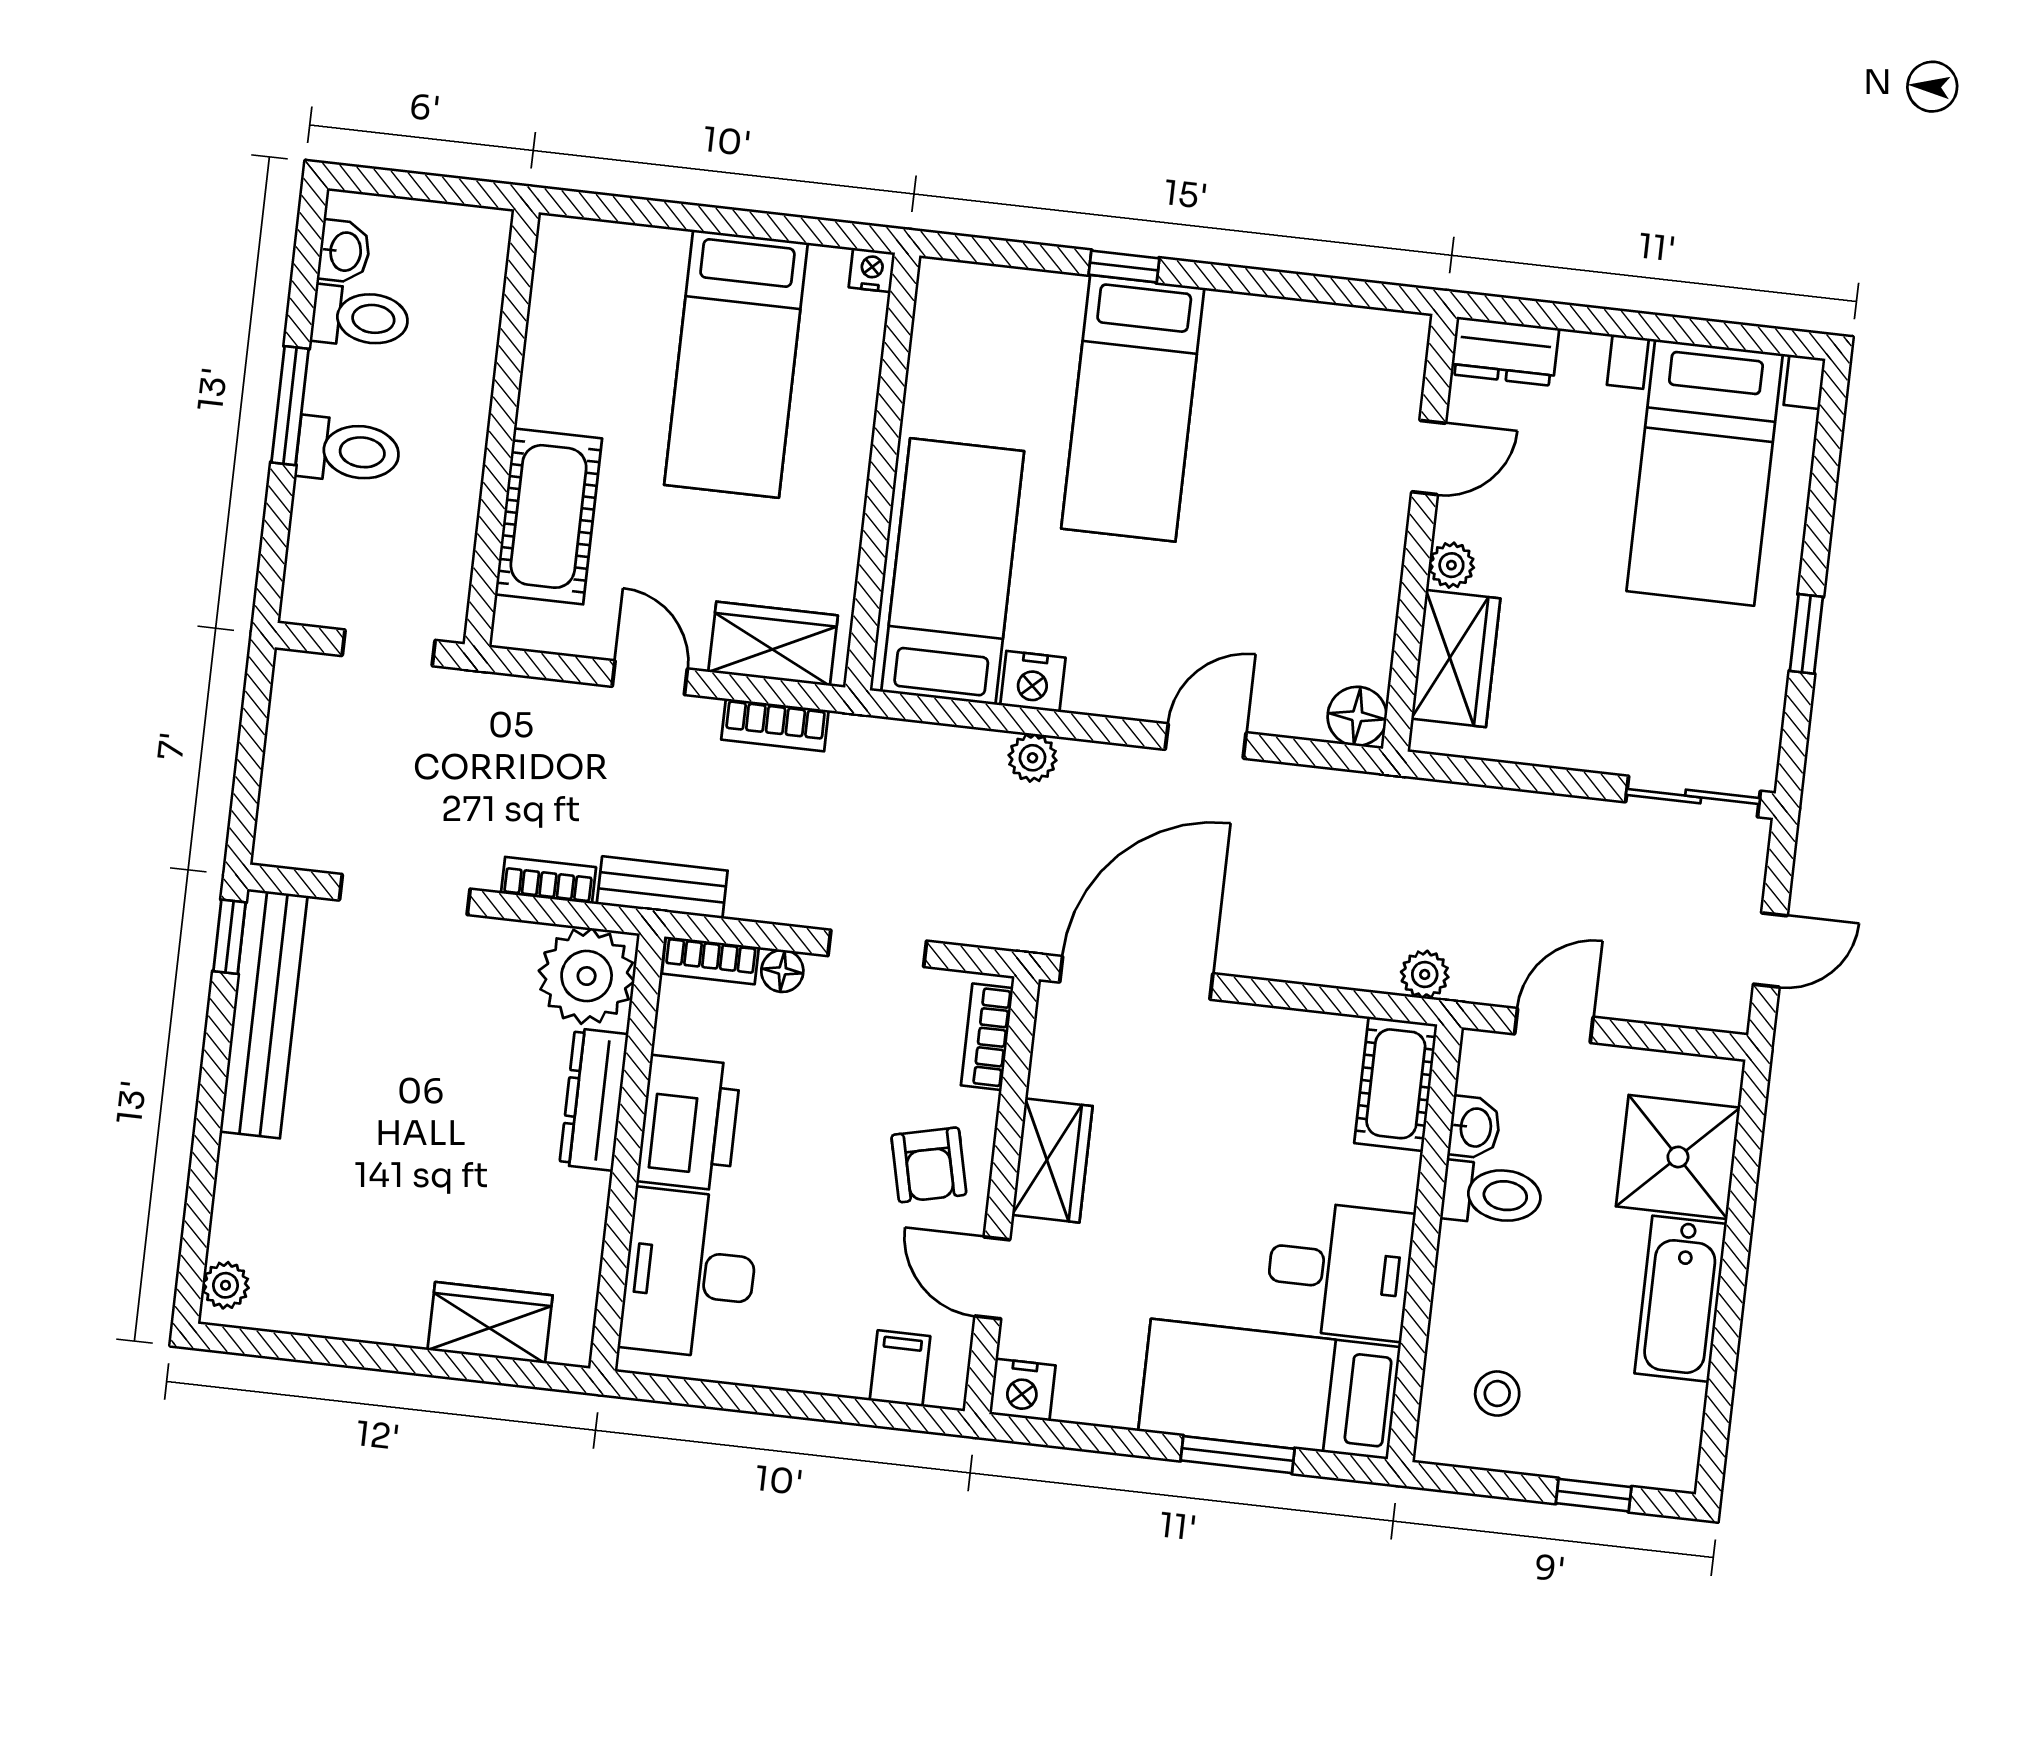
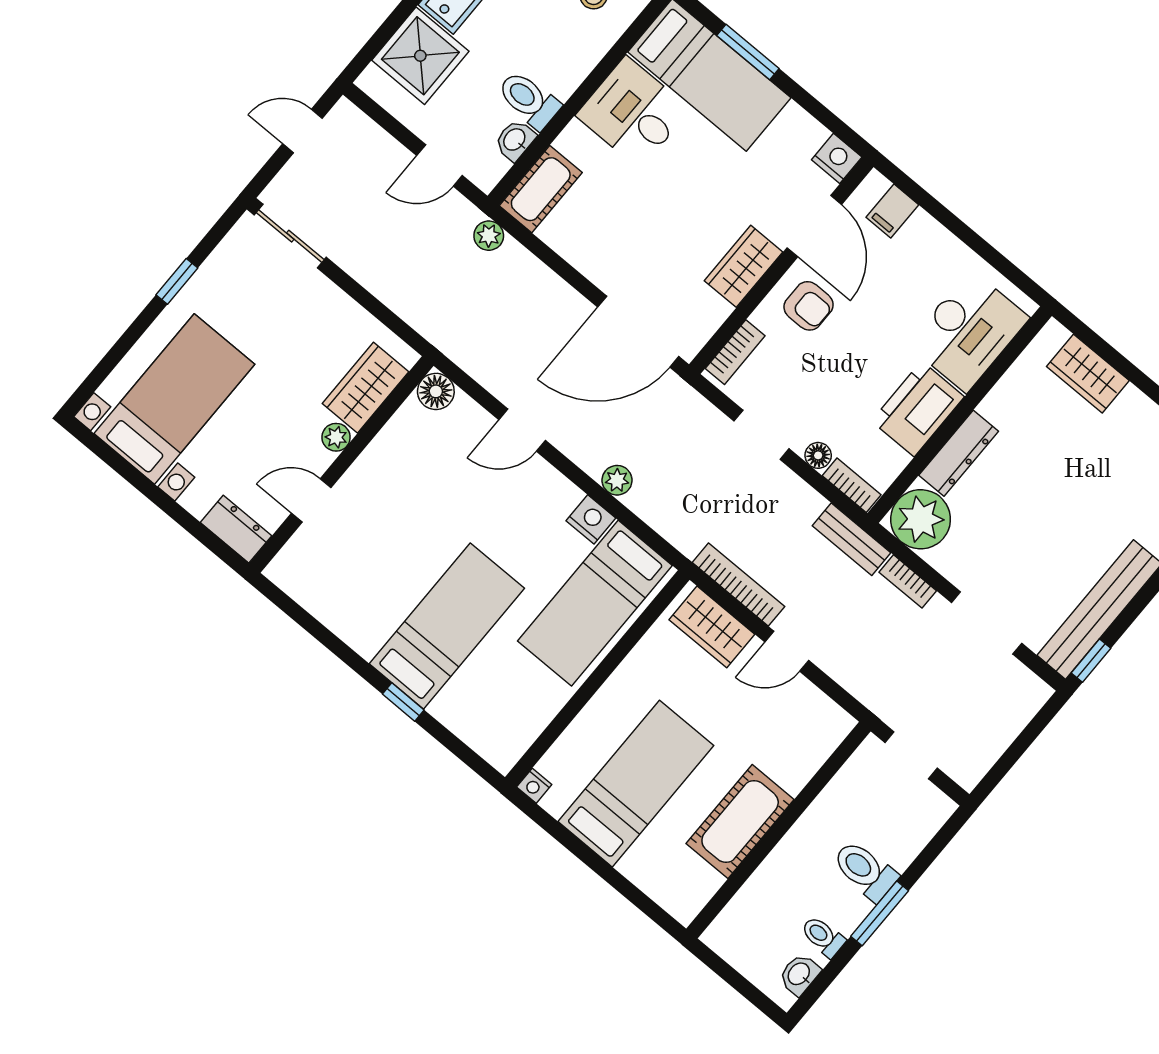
toilet: (360, 317) -> (823, 937), width x0.73, depth x0.72
cot: (549, 516) -> (740, 821), moved
door: (650, 678) -> (787, 651), hinge flipped
bookcase: (775, 725) -> (738, 584), width x1.56
armchair: (929, 1165) -> (809, 306), turned 103
door: (992, 1278) -> (814, 226), width x1.38

